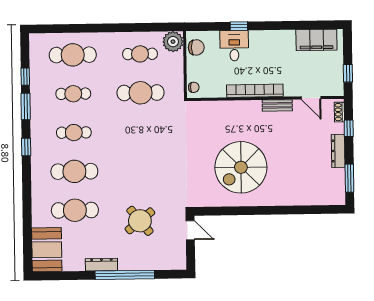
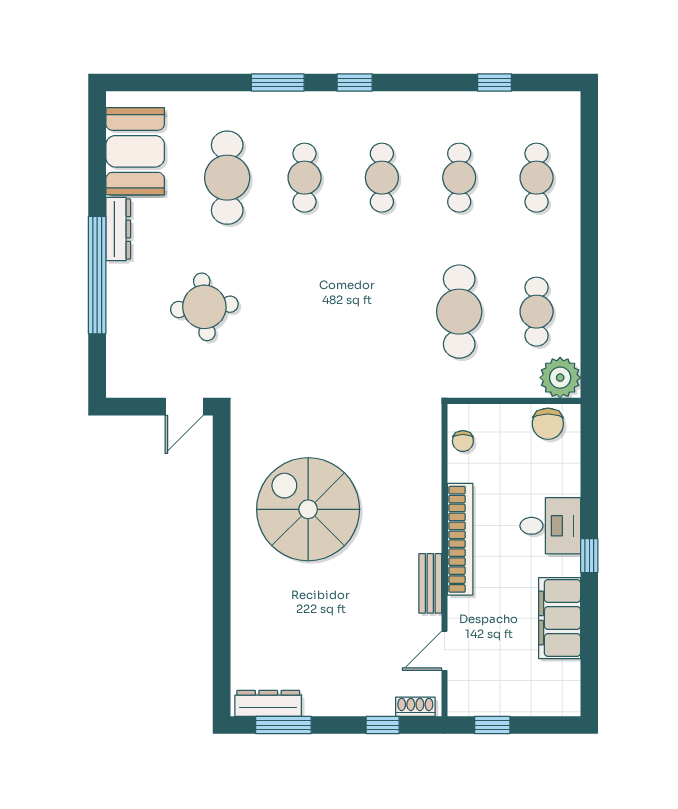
window: (239, 26) -> (589, 556), moved
filing cabinet: (316, 40) -> (560, 618), moved
desk: (234, 46) -> (550, 526), moved
cafe table: (73, 55) -> (537, 178), width x0.73, depth x0.74
chair: (194, 87) -> (463, 441), moved
window: (26, 106) -> (278, 83), moved
dresser: (338, 151) -> (268, 703), moved
cafe table: (74, 171) -> (305, 178), width x0.73, depth x0.74
round table: (140, 221) -> (204, 307), turned 33
booth: (47, 250) -> (135, 151), moved, turned 90

